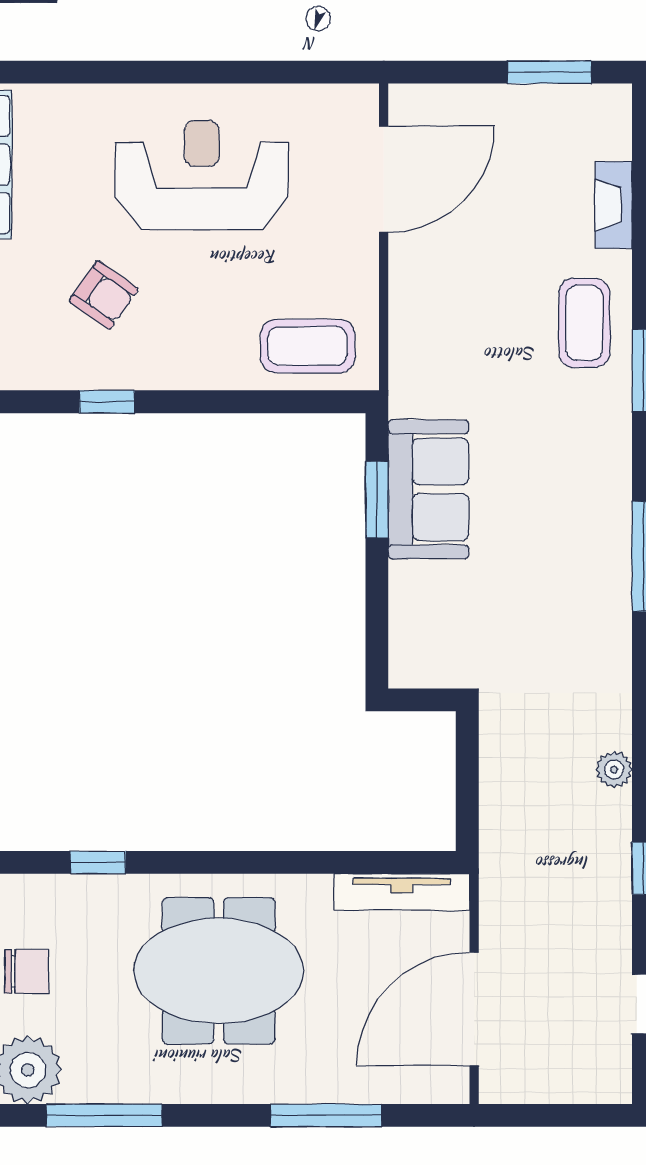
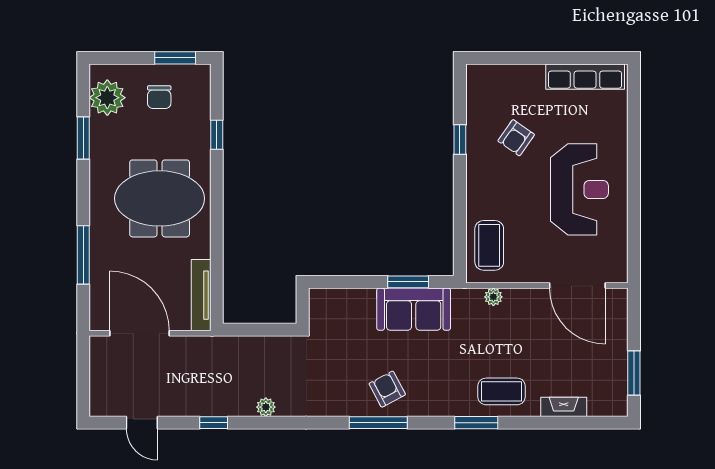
plant: (405, 338) -> (493, 297), added
armchair: (580, 539) -> (387, 389), added
meeting table: (219, 971) -> (160, 198), turned 90
window: (104, 1115) -> (83, 138), width x0.69

